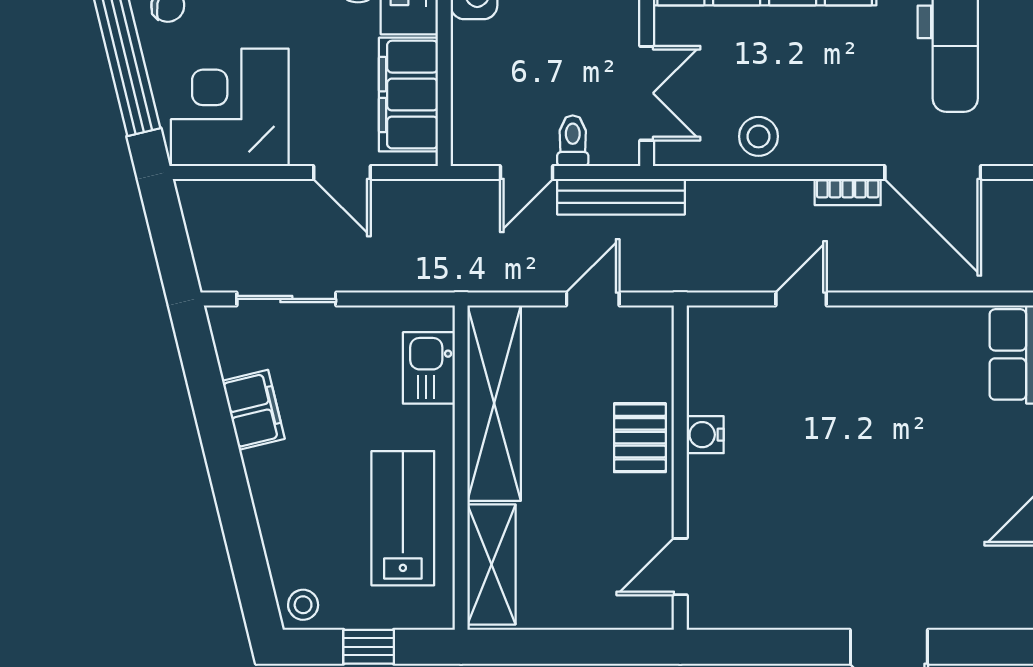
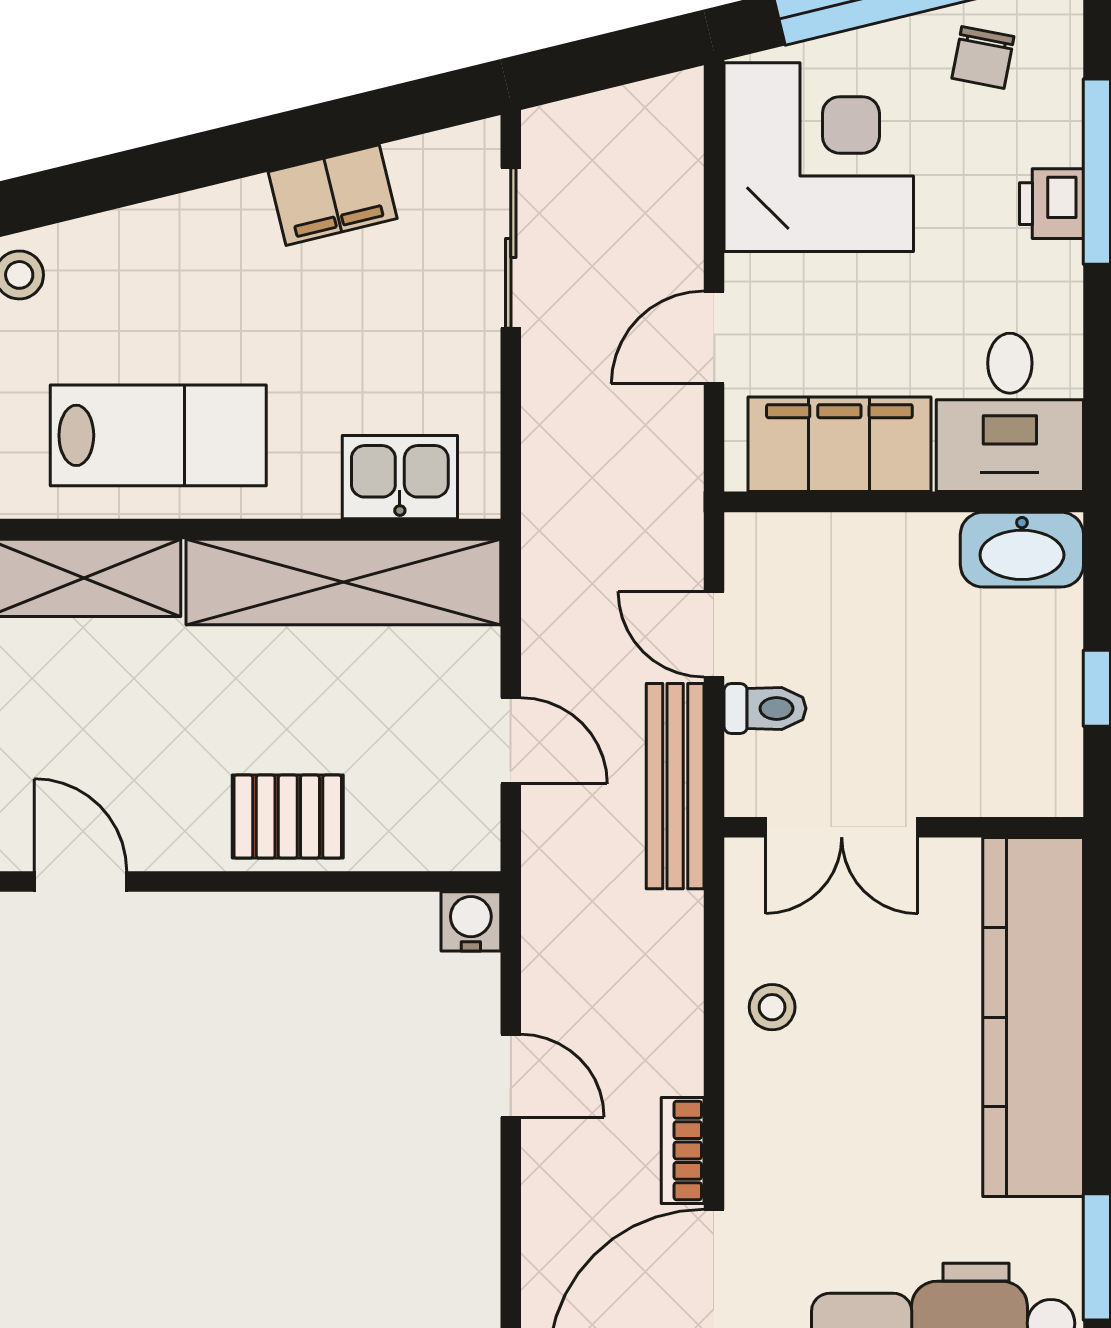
stool: (758, 136) -> (772, 1007), width x0.73, depth x0.73
water cooler: (705, 435) -> (471, 921), moved

